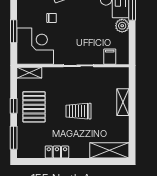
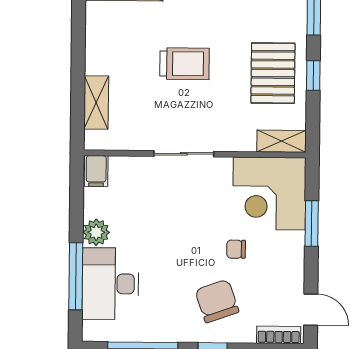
filing cabinet: (110, 57) -> (96, 171), moved
shelving: (123, 102) -> (96, 103), moved

